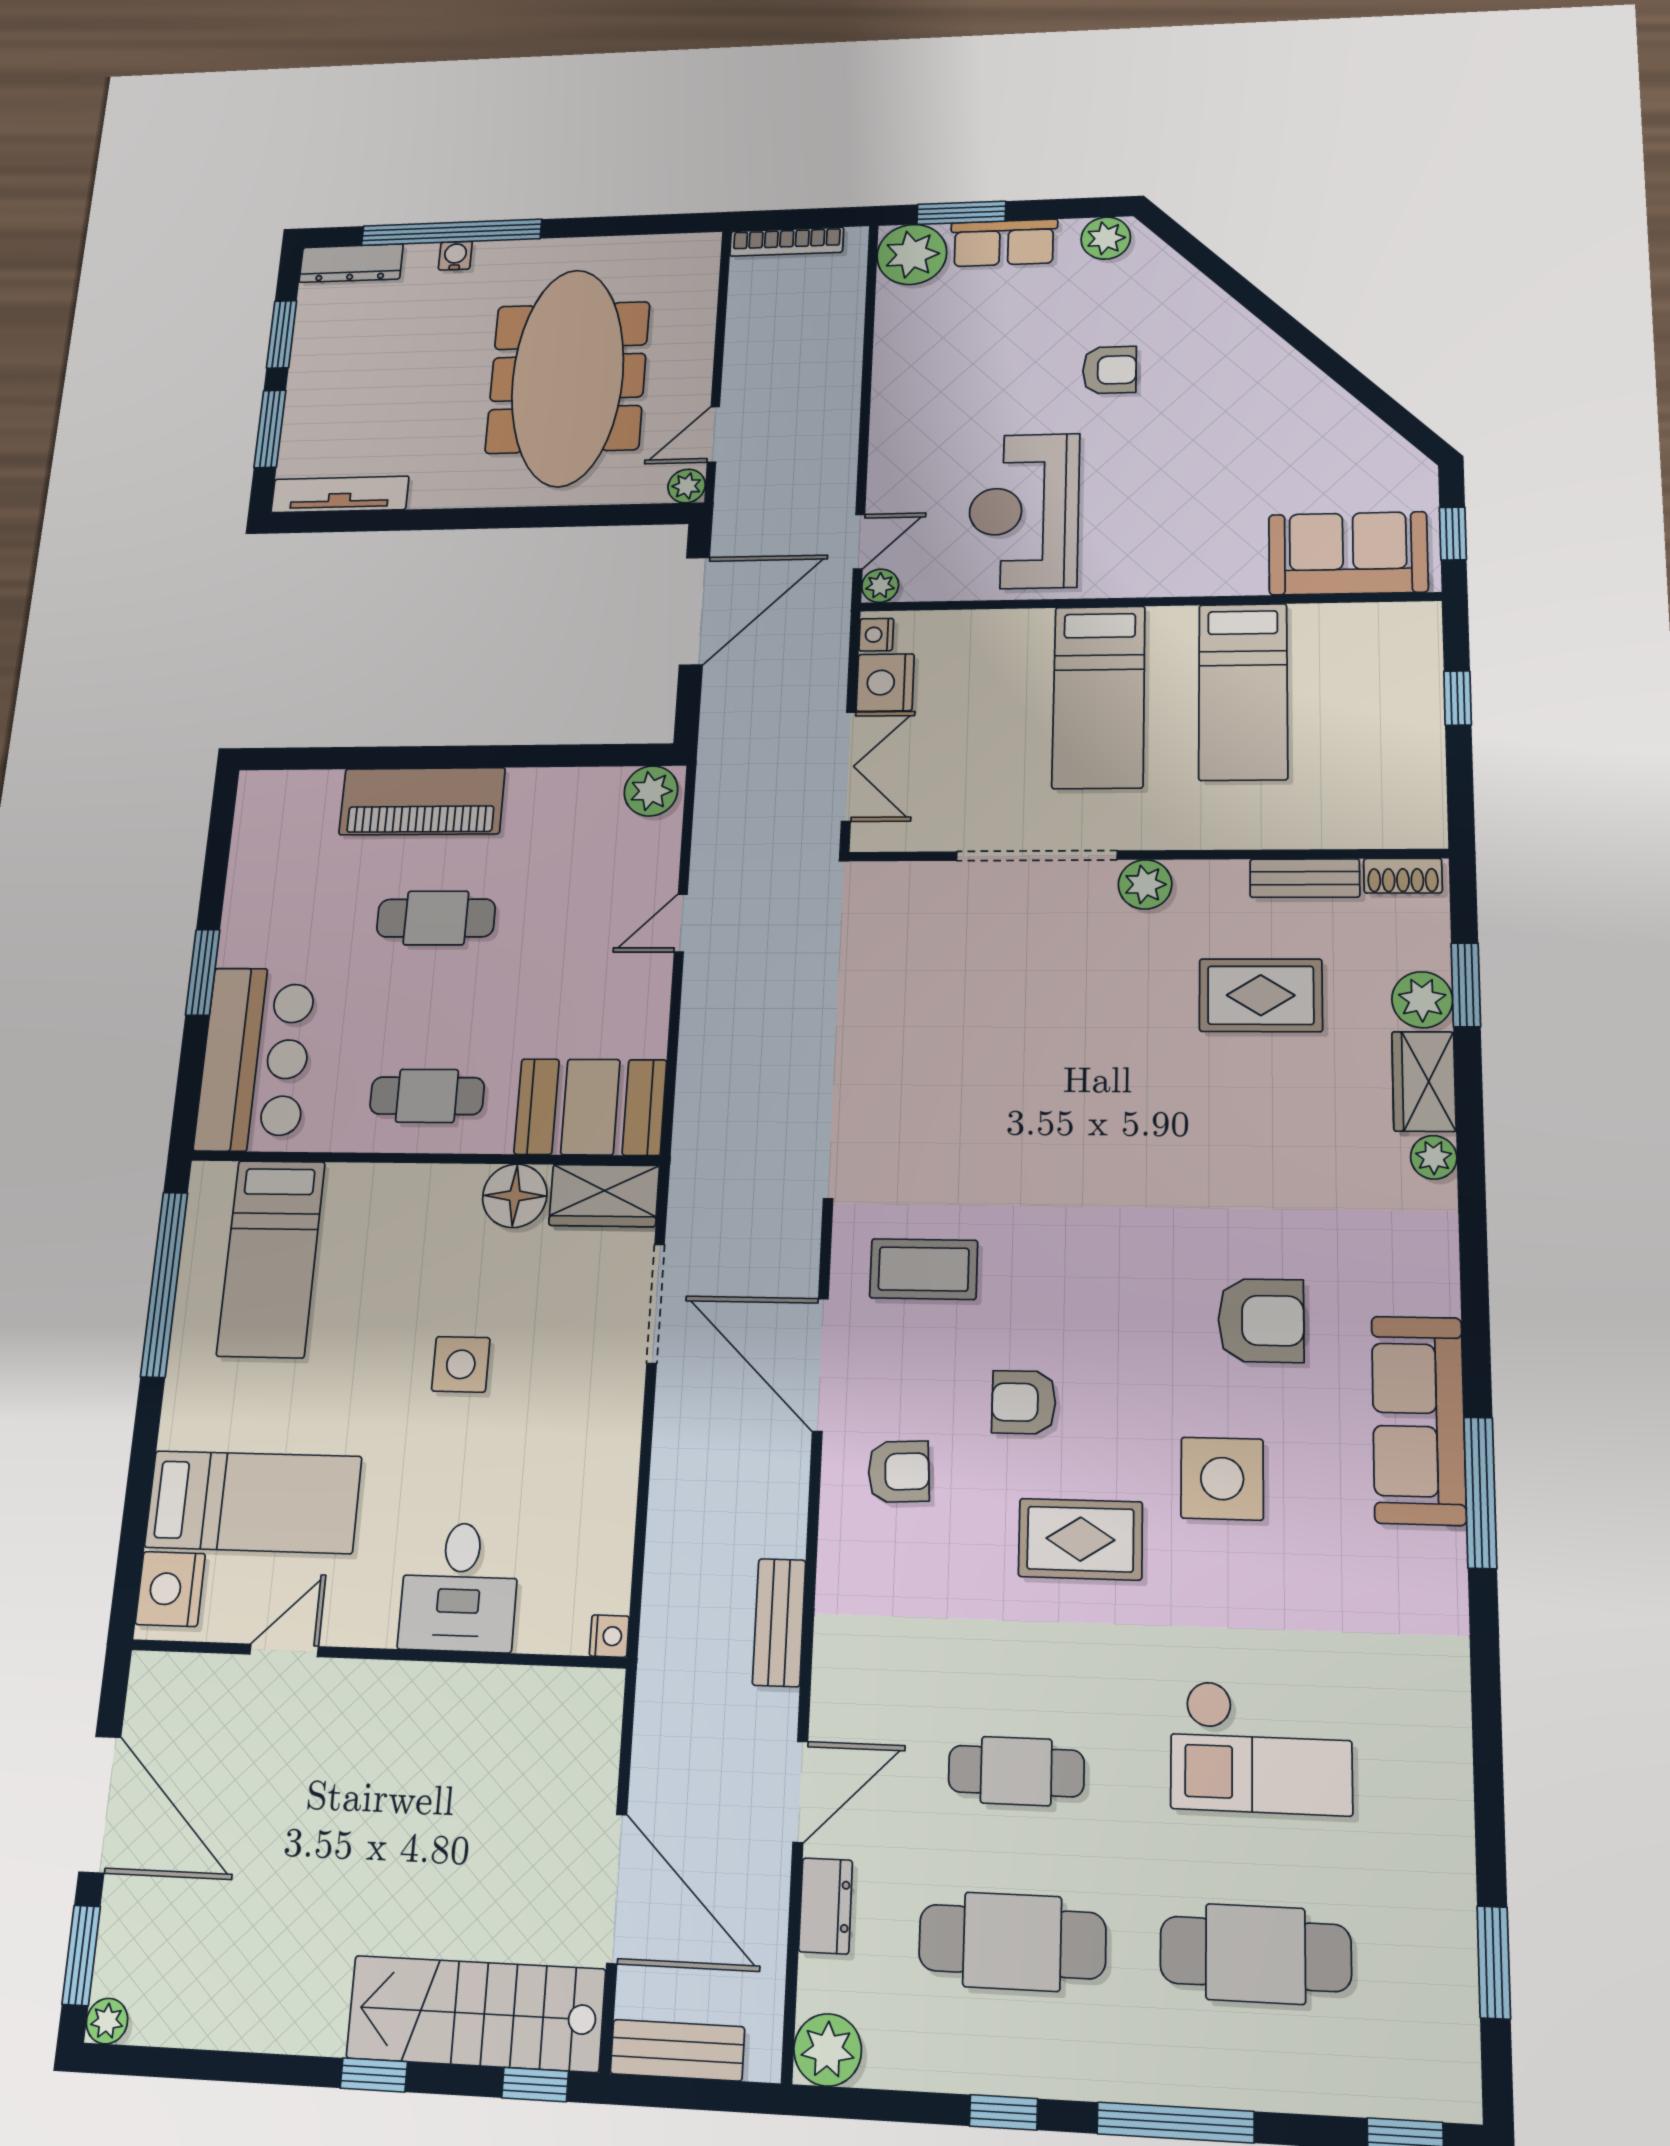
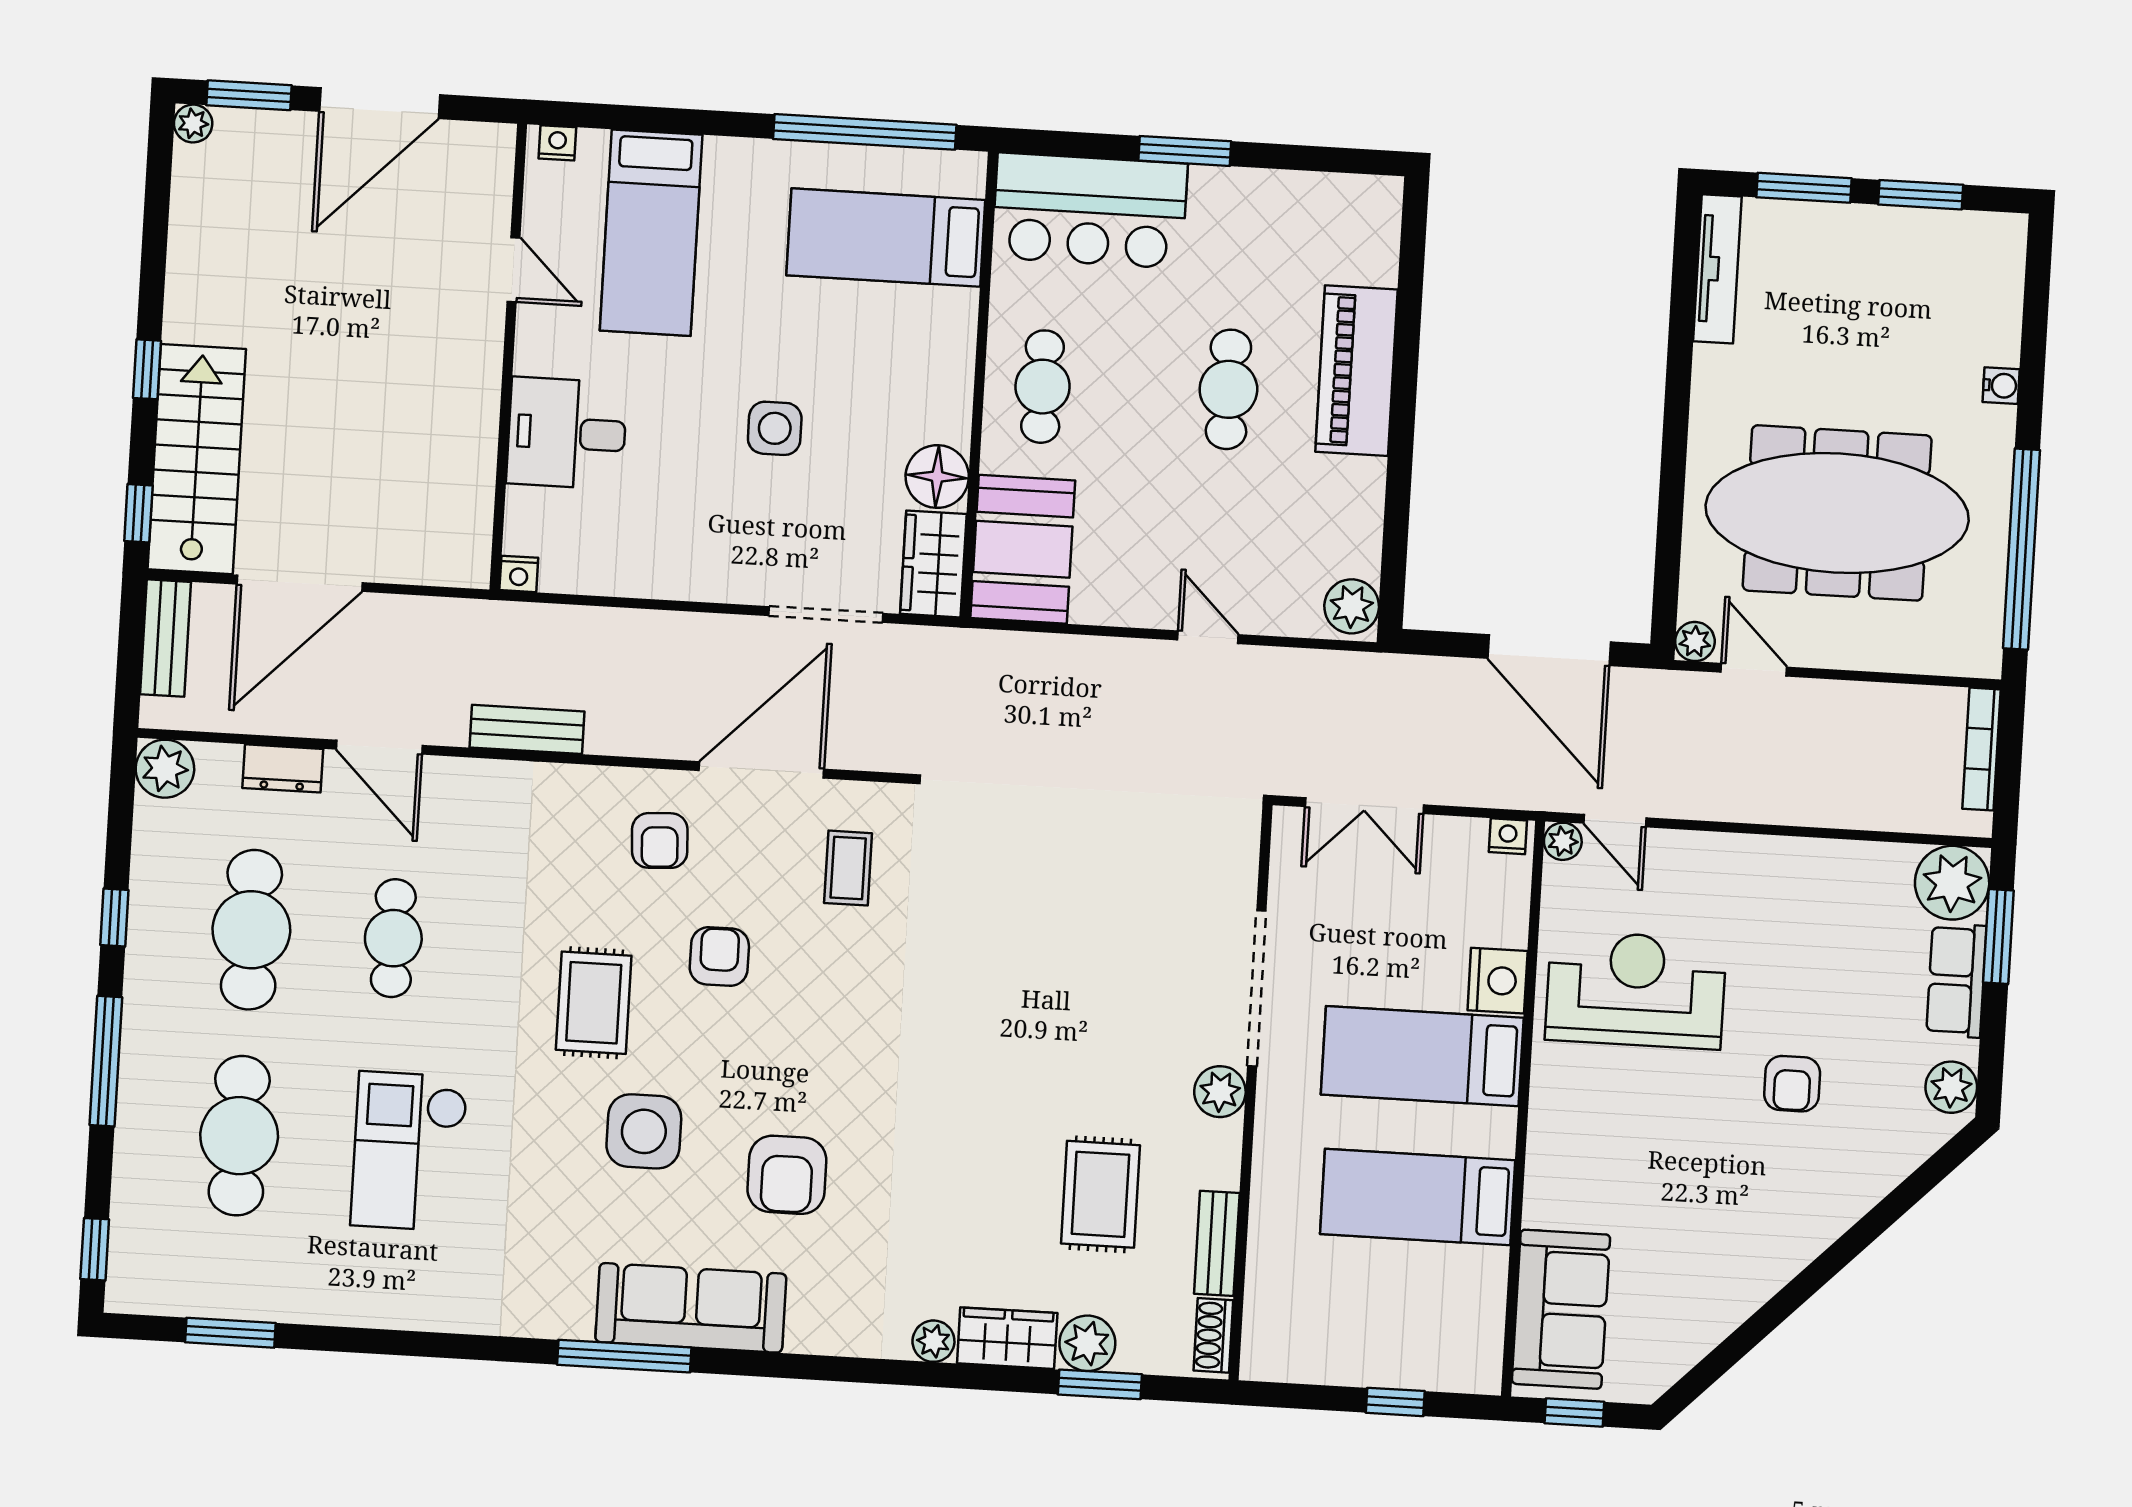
window: (451, 232) -> (2021, 549), moved
dresser: (351, 263) -> (2003, 269), removed
nightstand: (885, 683) -> (1498, 981), moved, turned 90
coffee table: (924, 1269) -> (848, 868), width x0.73, depth x0.77
nightstand: (170, 1589) -> (557, 143), width x0.53, depth x0.56

